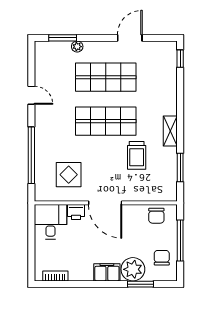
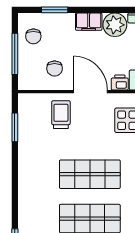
shelving: (170, 131) -> (25, 164), removed
trolley: (137, 155) -> (61, 115), moved
chair: (156, 216) -> (55, 69), moved, turned 180
plant: (133, 269) -> (115, 25), moved

